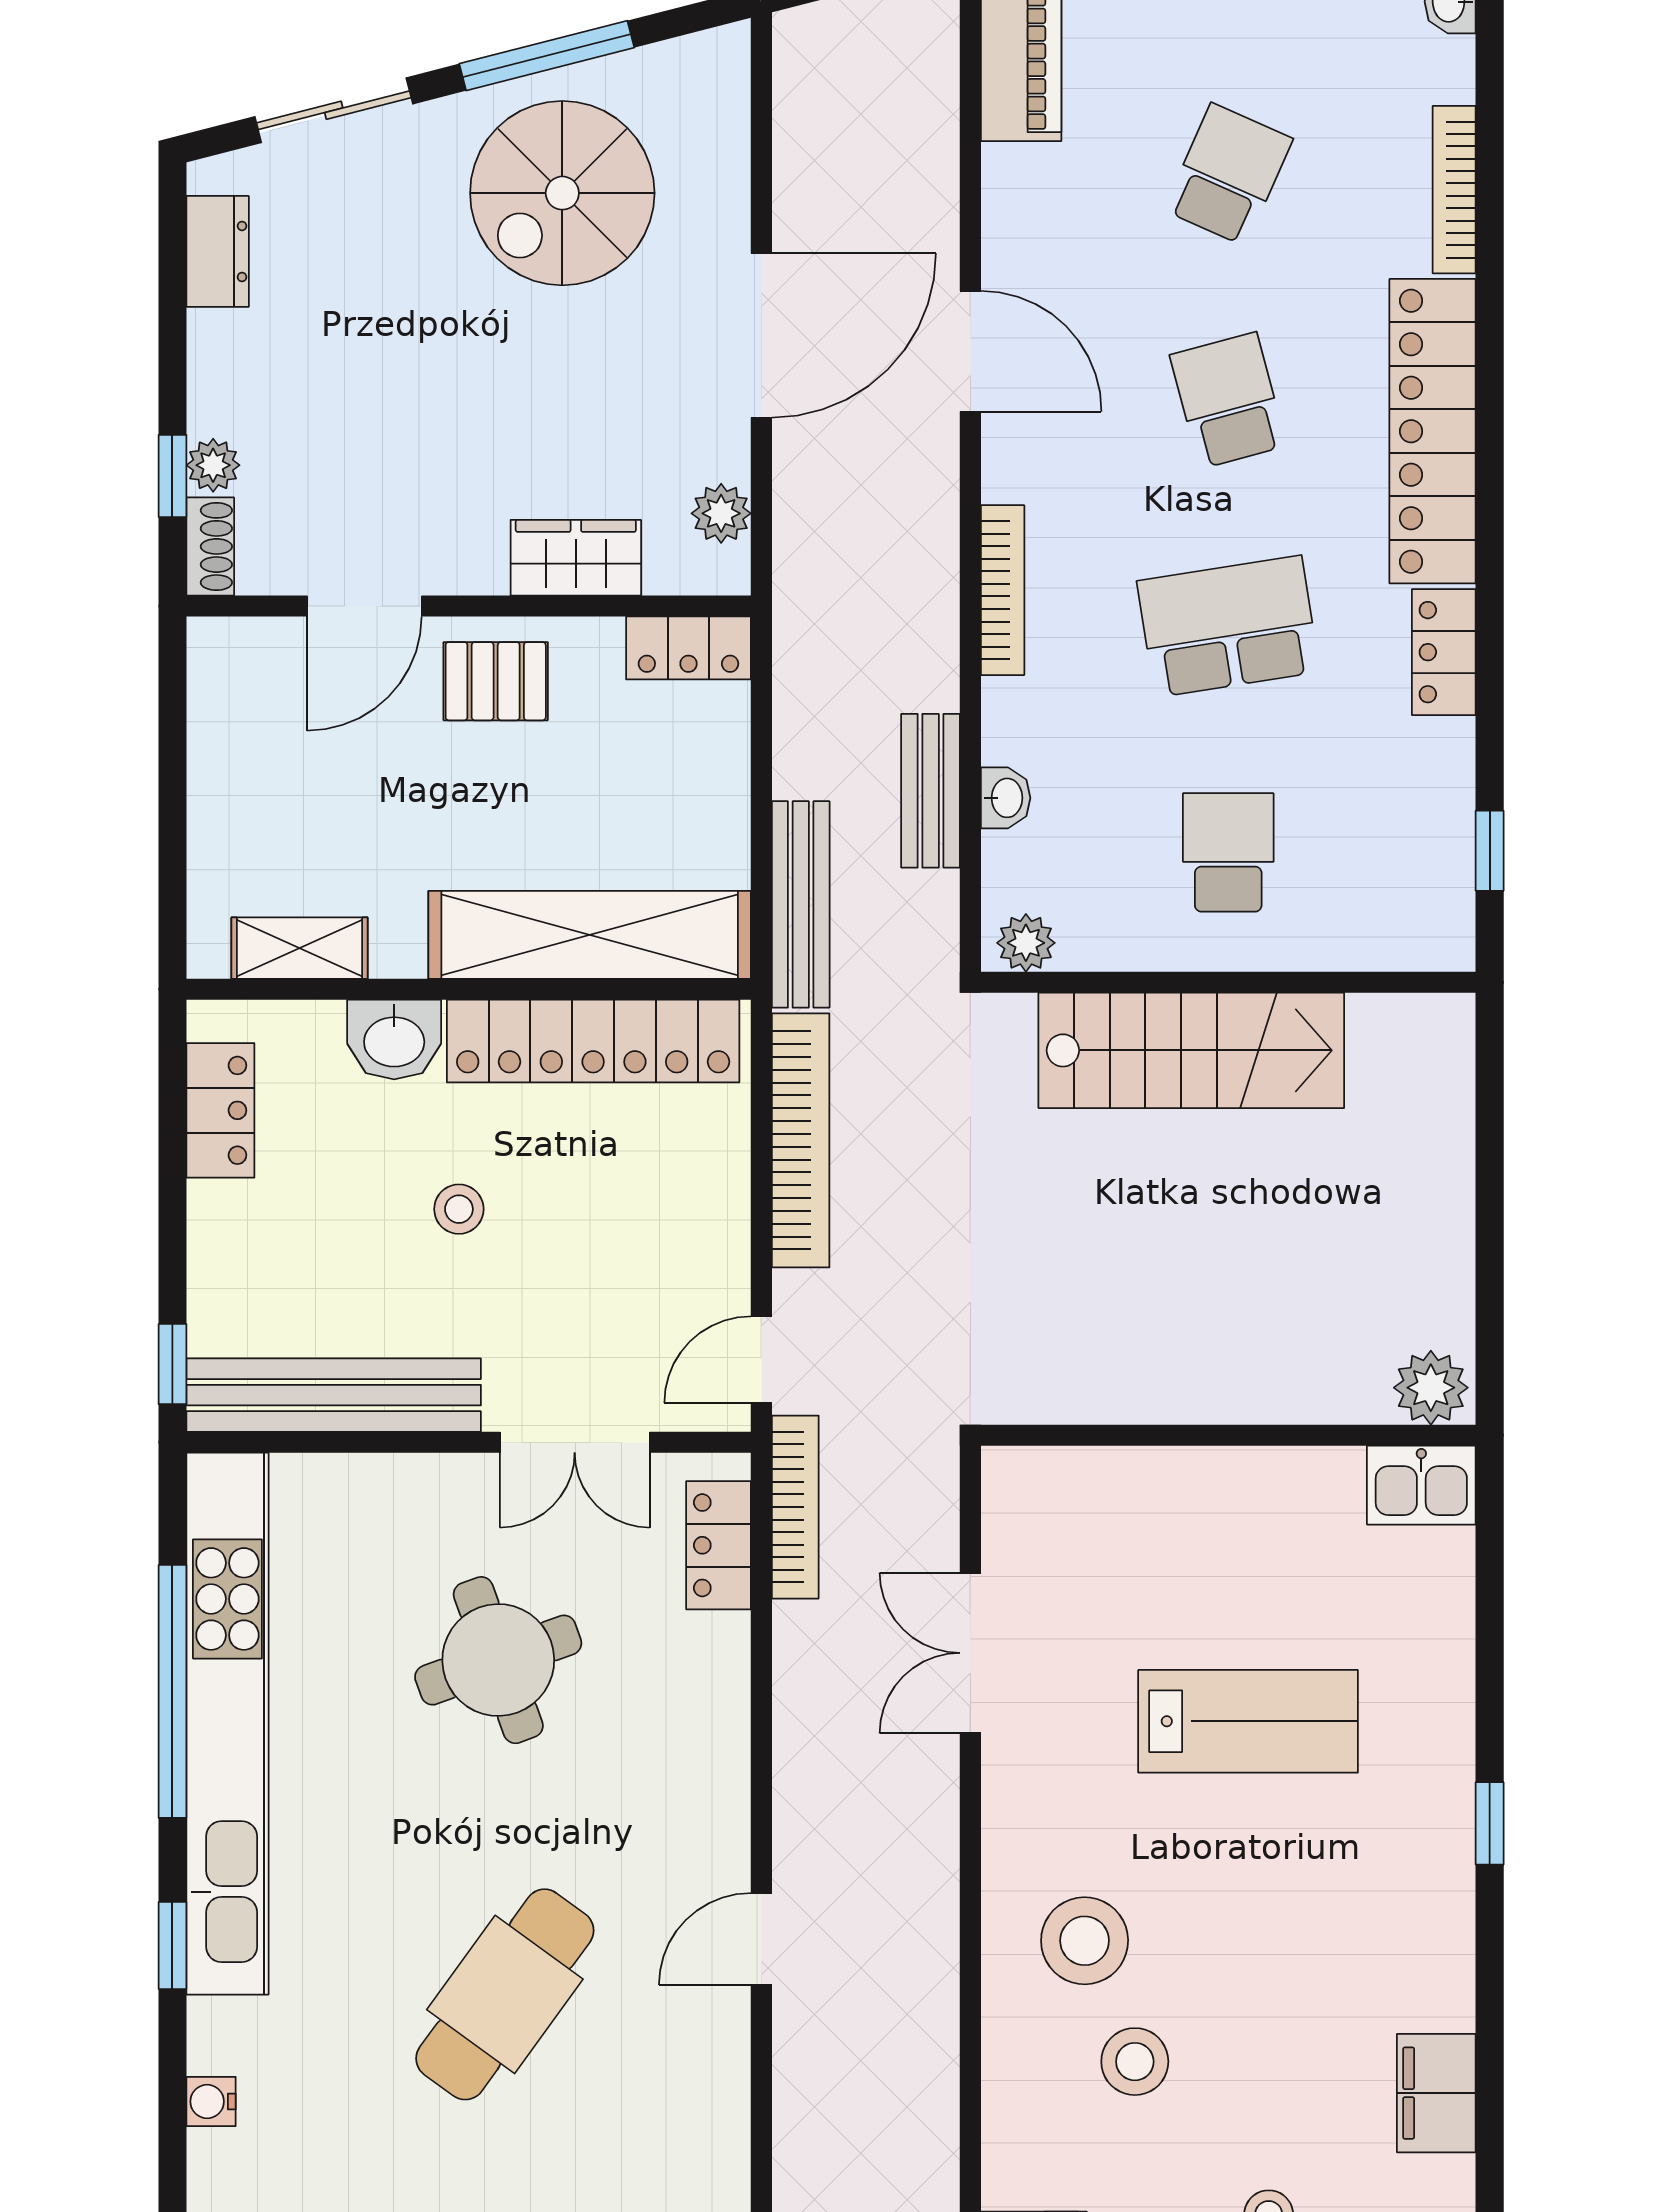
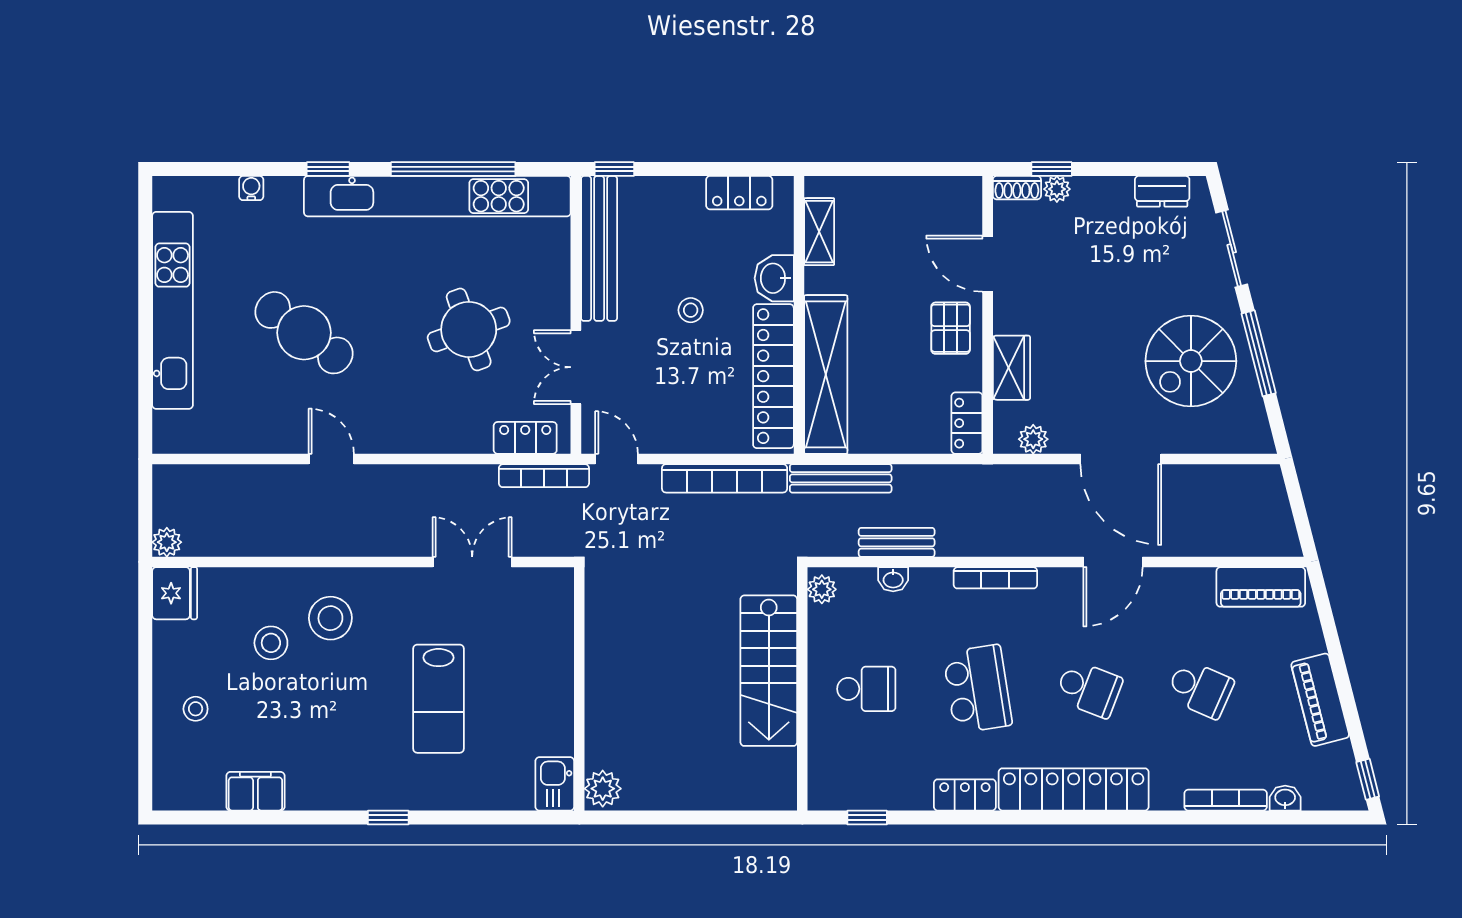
bookcase: (1454, 190) -> (1226, 800), moved
spiral stairs: (562, 193) -> (1191, 361), turned -90
school desk: (1228, 400) -> (1089, 689), turned 36

